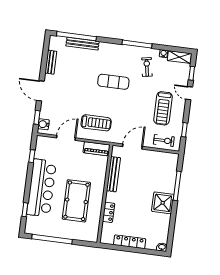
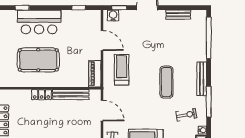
bench: (82, 44) -> (202, 79), moved
treadmill: (96, 123) -> (122, 70), turned 180
bar counter: (42, 188) -> (39, 22), width x0.73
locker: (109, 212) -> (41, 95), moved

